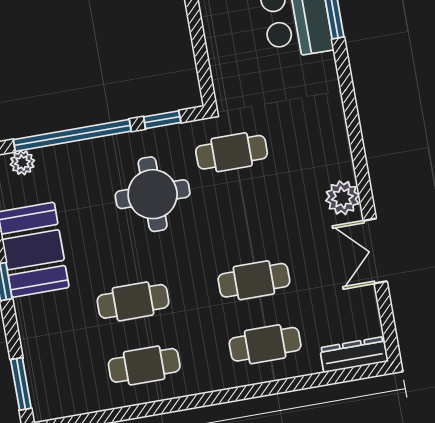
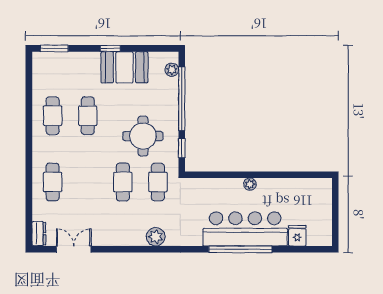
plant: (342, 198) -> (156, 237), moved
double door: (375, 251) -> (74, 249), moved
cafe table: (254, 280) -> (123, 182), moved
dresser: (354, 355) -> (39, 234), width x0.70

